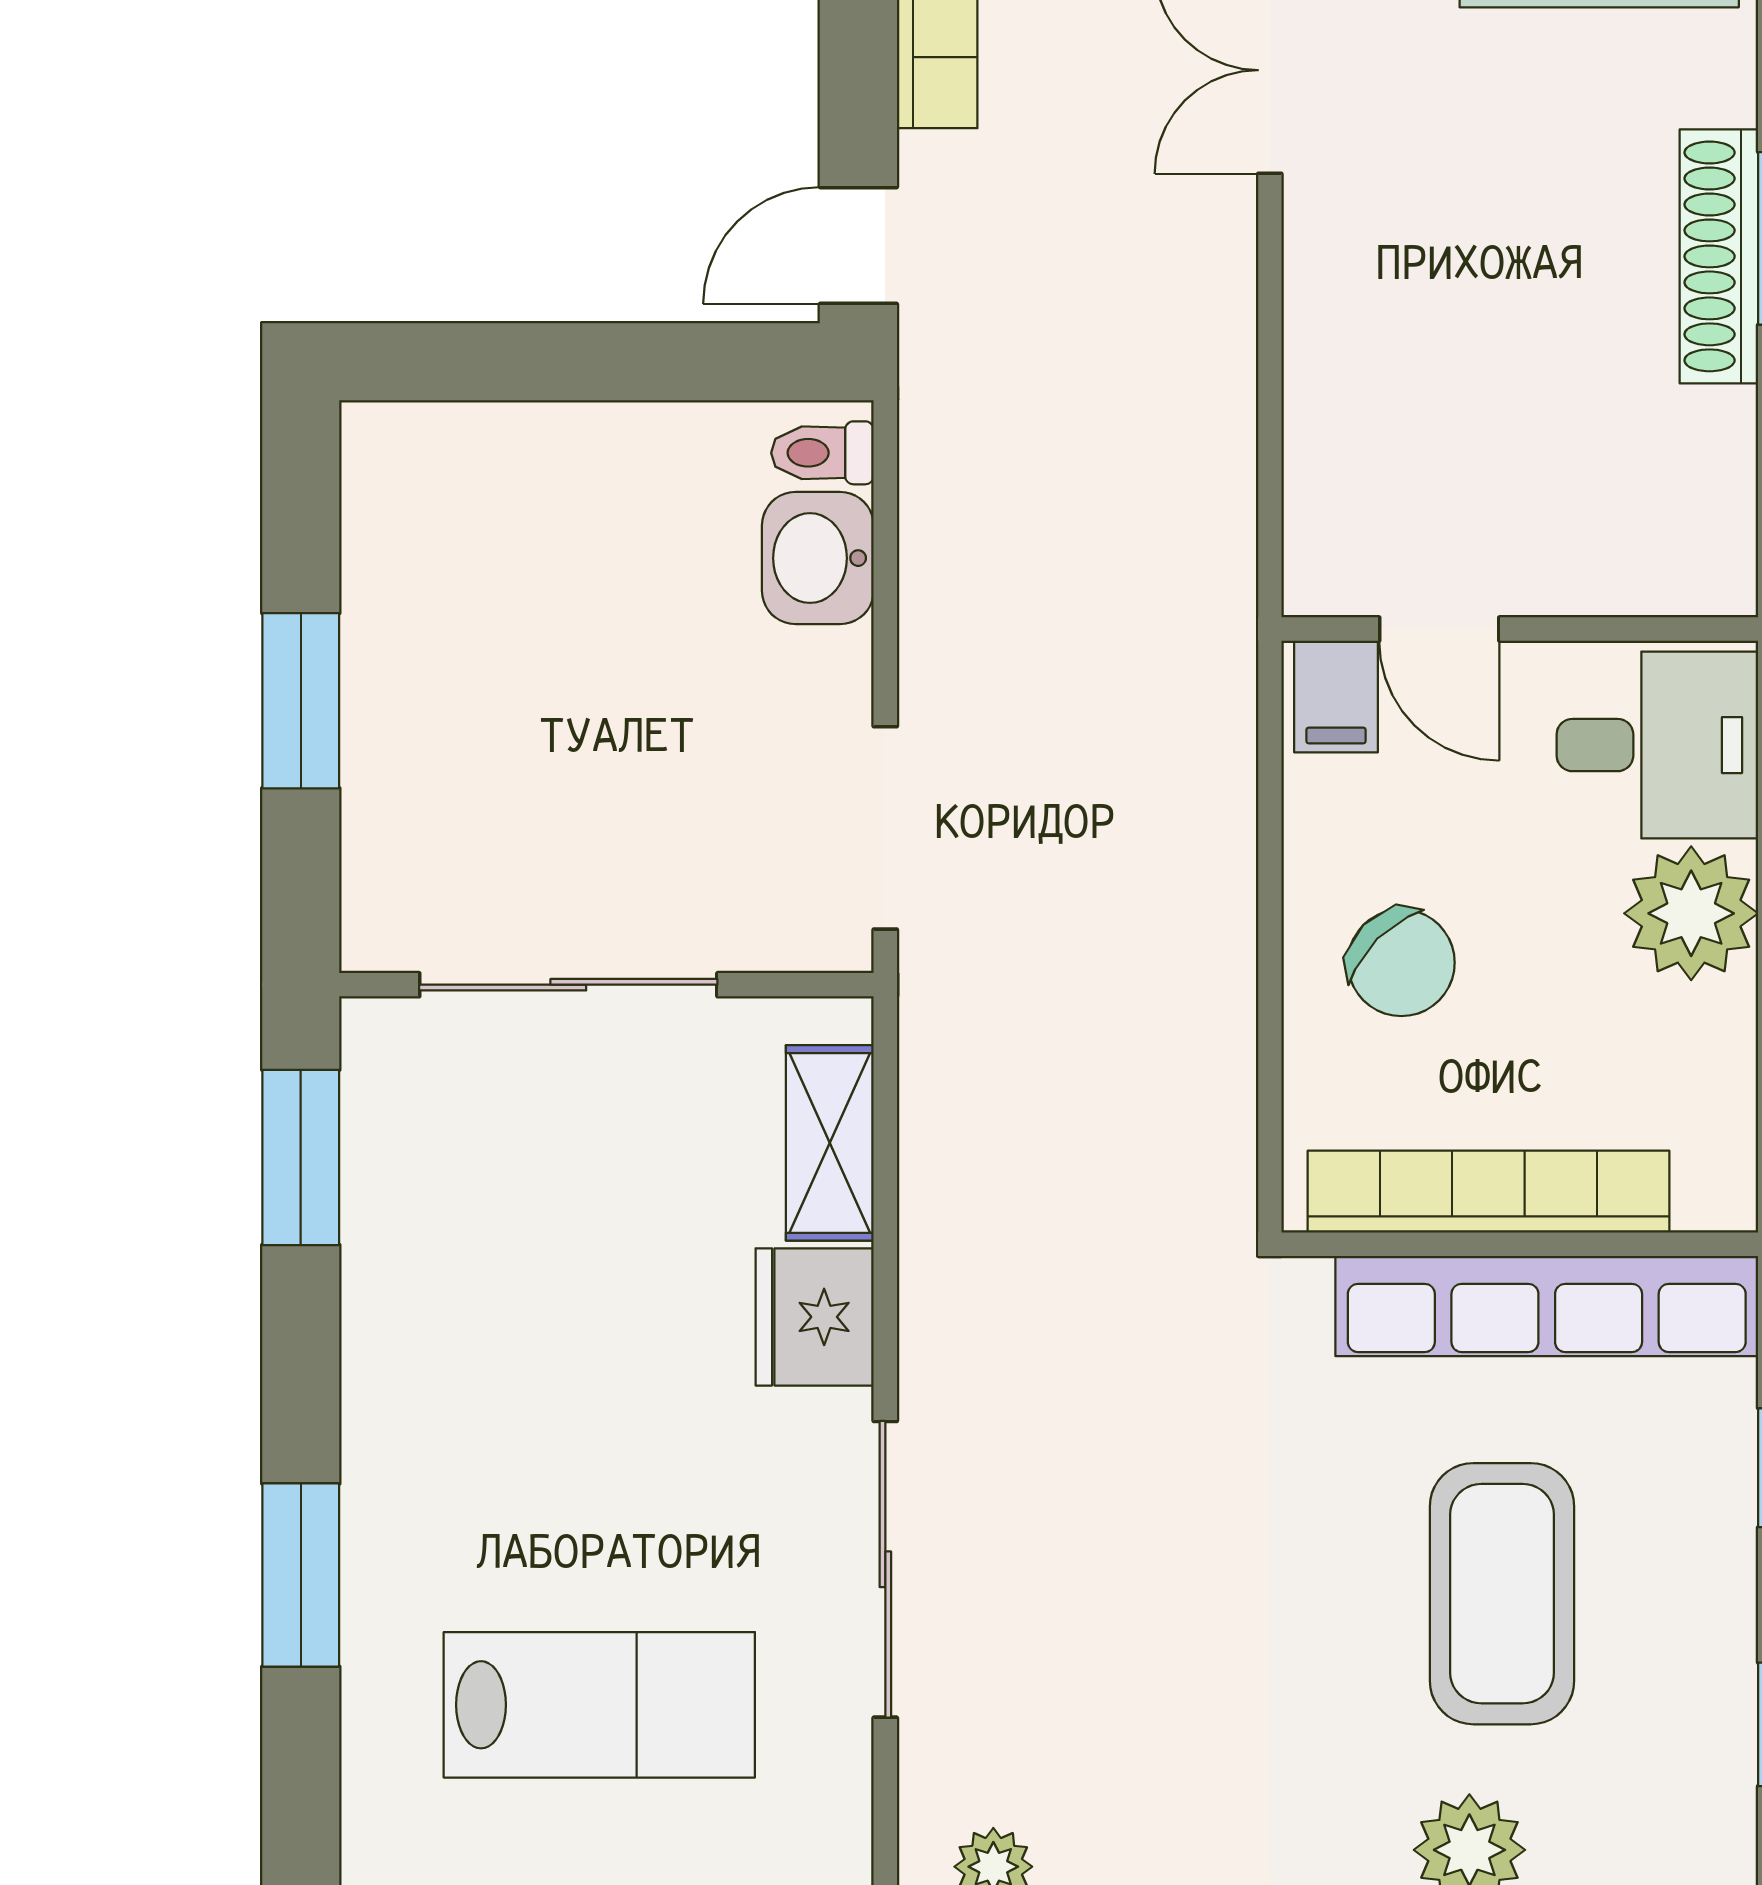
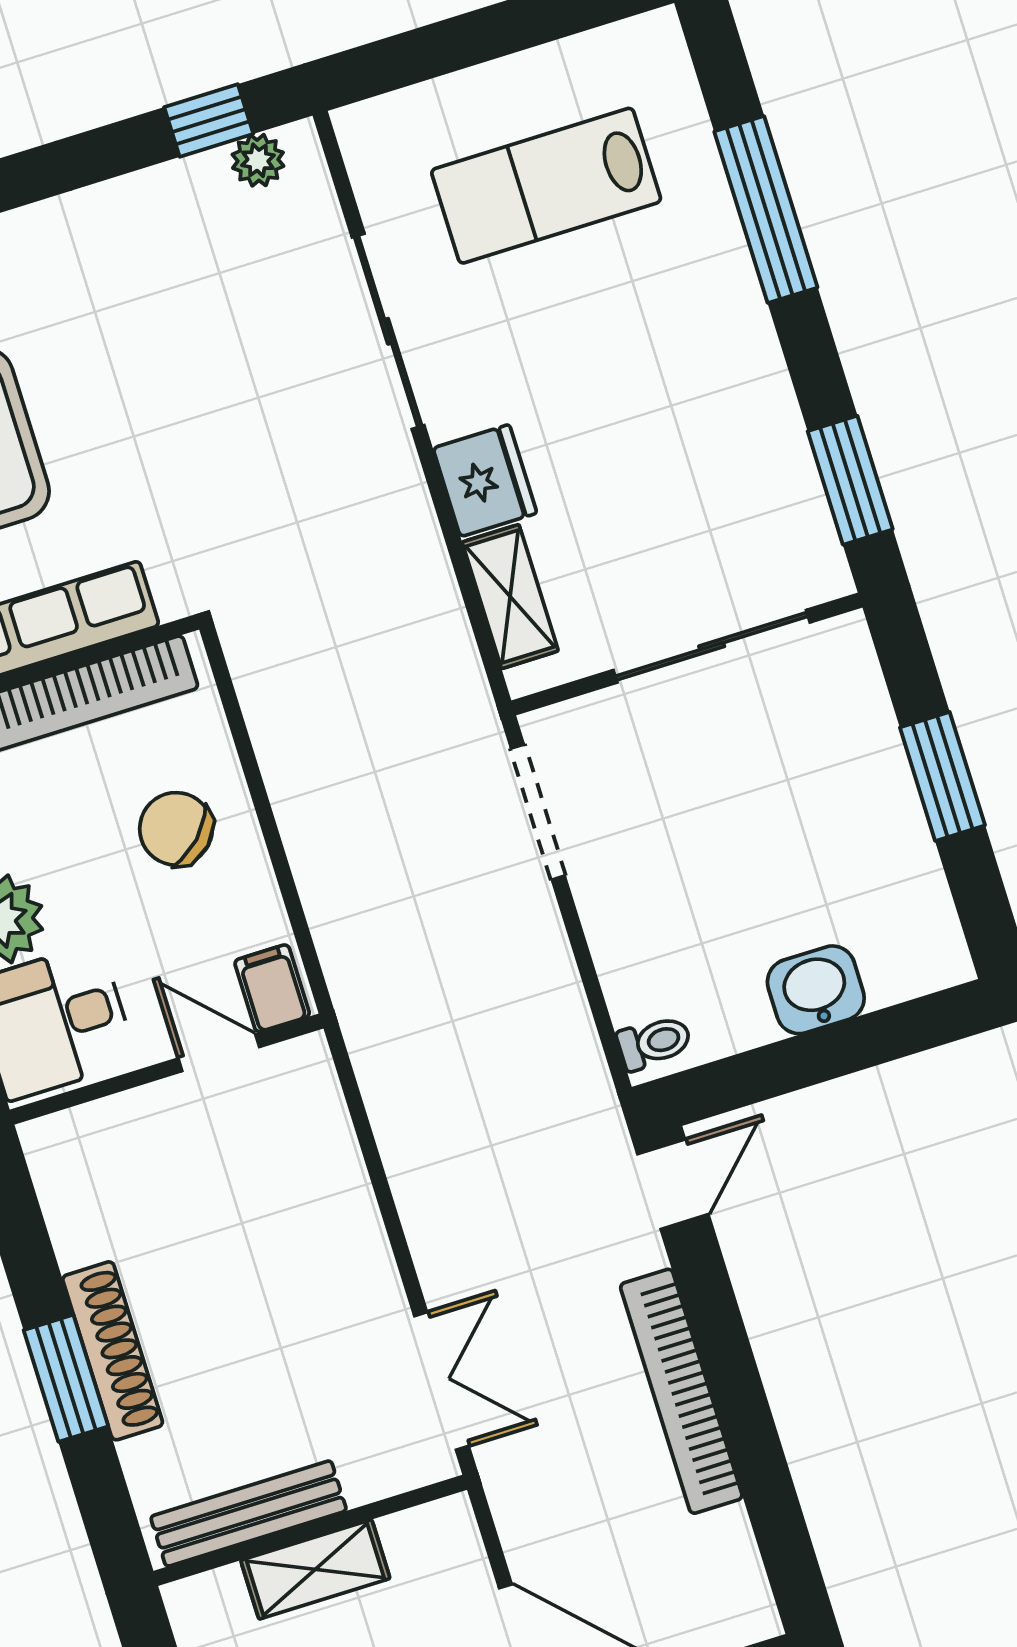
washbasin: (818, 558) -> (816, 990), moved, turned -90
window: (301, 1575) -> (766, 210), width x1.44

